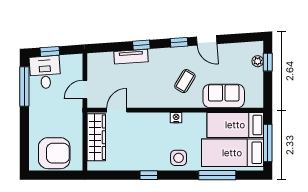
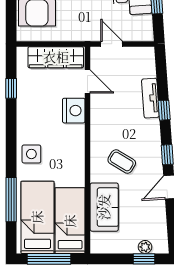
nightstand: (176, 118) -> (74, 111), moved, width x1.89, depth x1.79
window: (149, 175) -> (11, 88), moved

